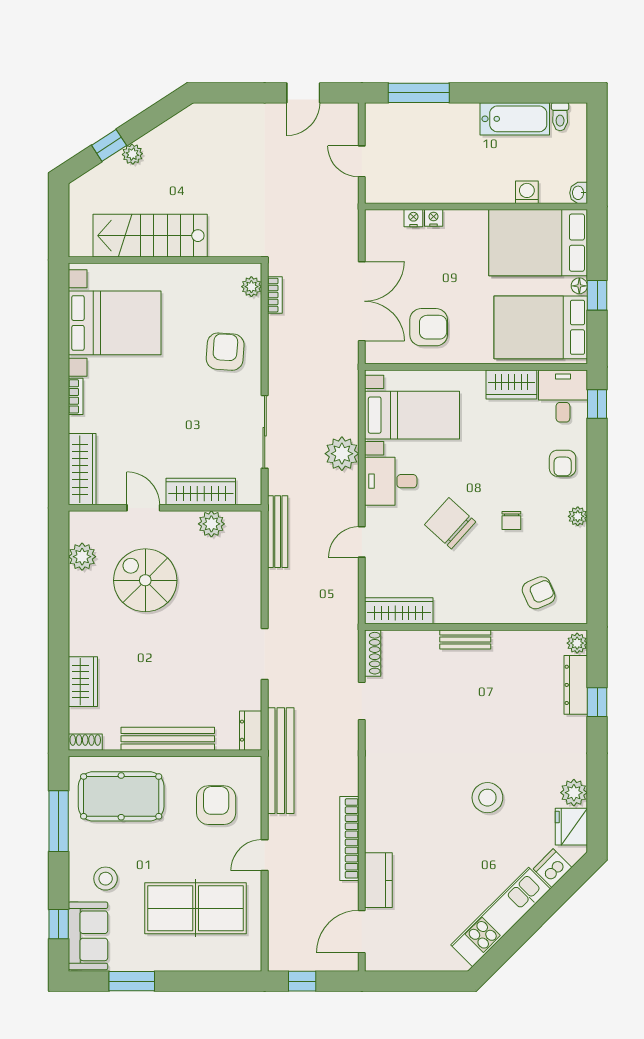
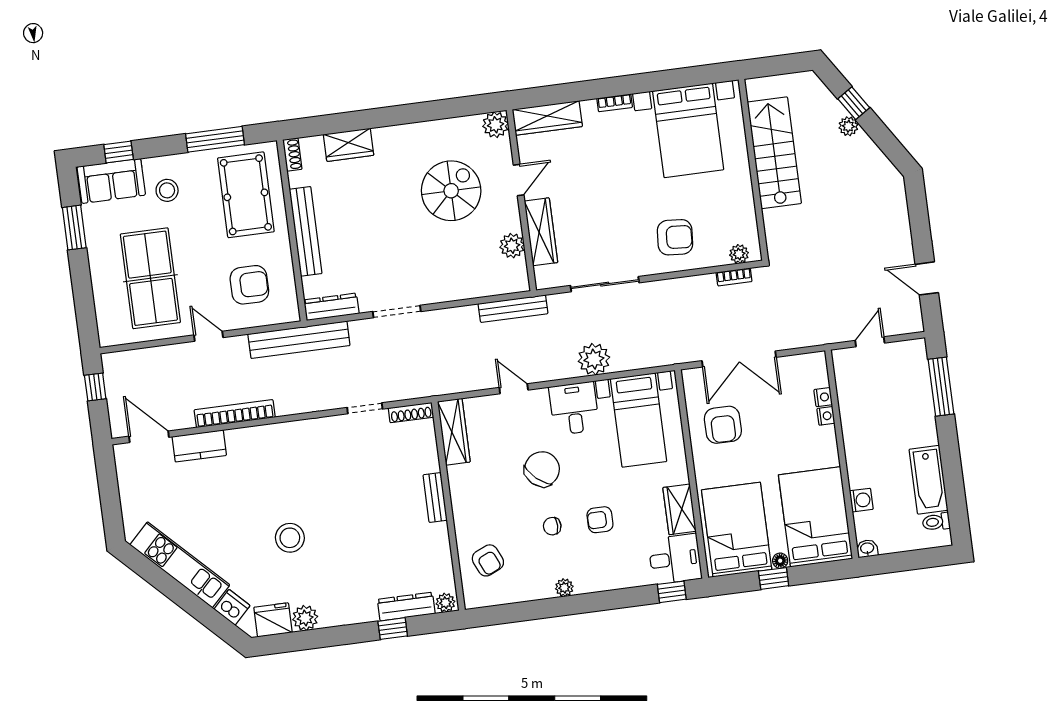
armchair: (563, 463) -> (600, 520), moved
plant: (82, 557) -> (495, 125), moved
dresser: (251, 731) -> (331, 307), width x1.44

